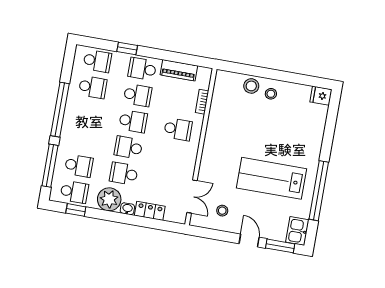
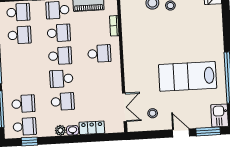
school desk: (124, 174) -> (63, 102), turned 180
plant: (109, 199) -> (60, 130), width x0.53, depth x0.53

